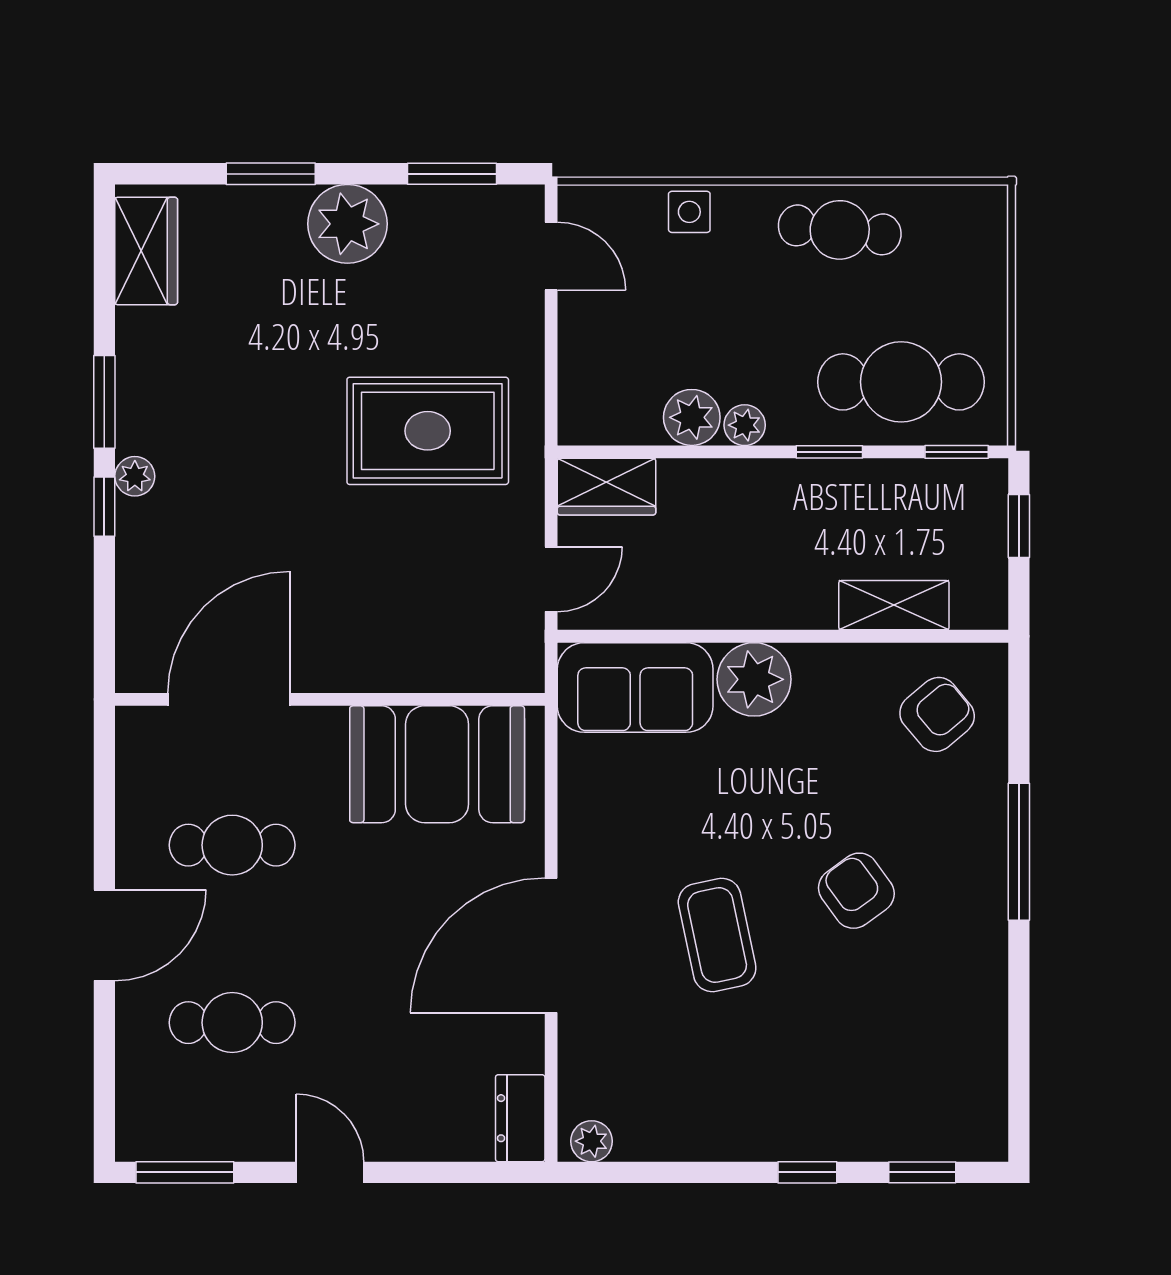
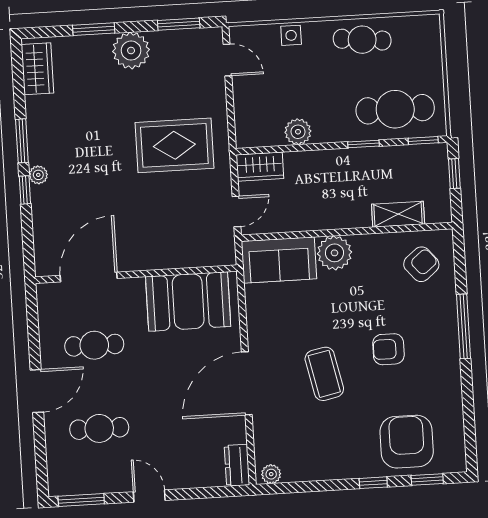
plant: (745, 425) -> (323, 134), removed
armchair: (856, 891) -> (388, 349), turned -54
armchair: (883, 1089) -> (407, 442), added

